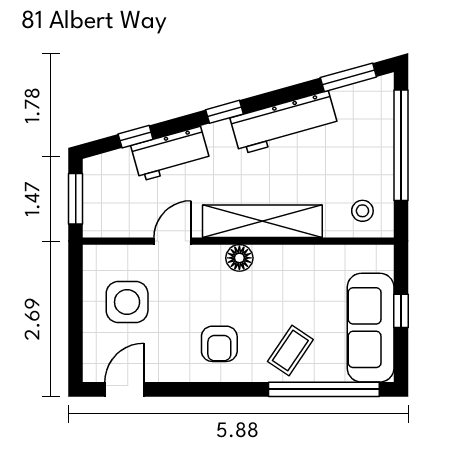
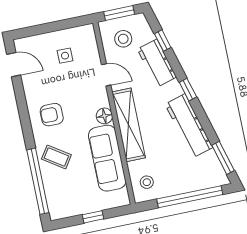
stool: (119, 201) -> (123, 39), added
side table: (127, 302) -> (65, 56), width x0.54, depth x0.54
sofa: (371, 328) -> (107, 158), moved, turned -90

